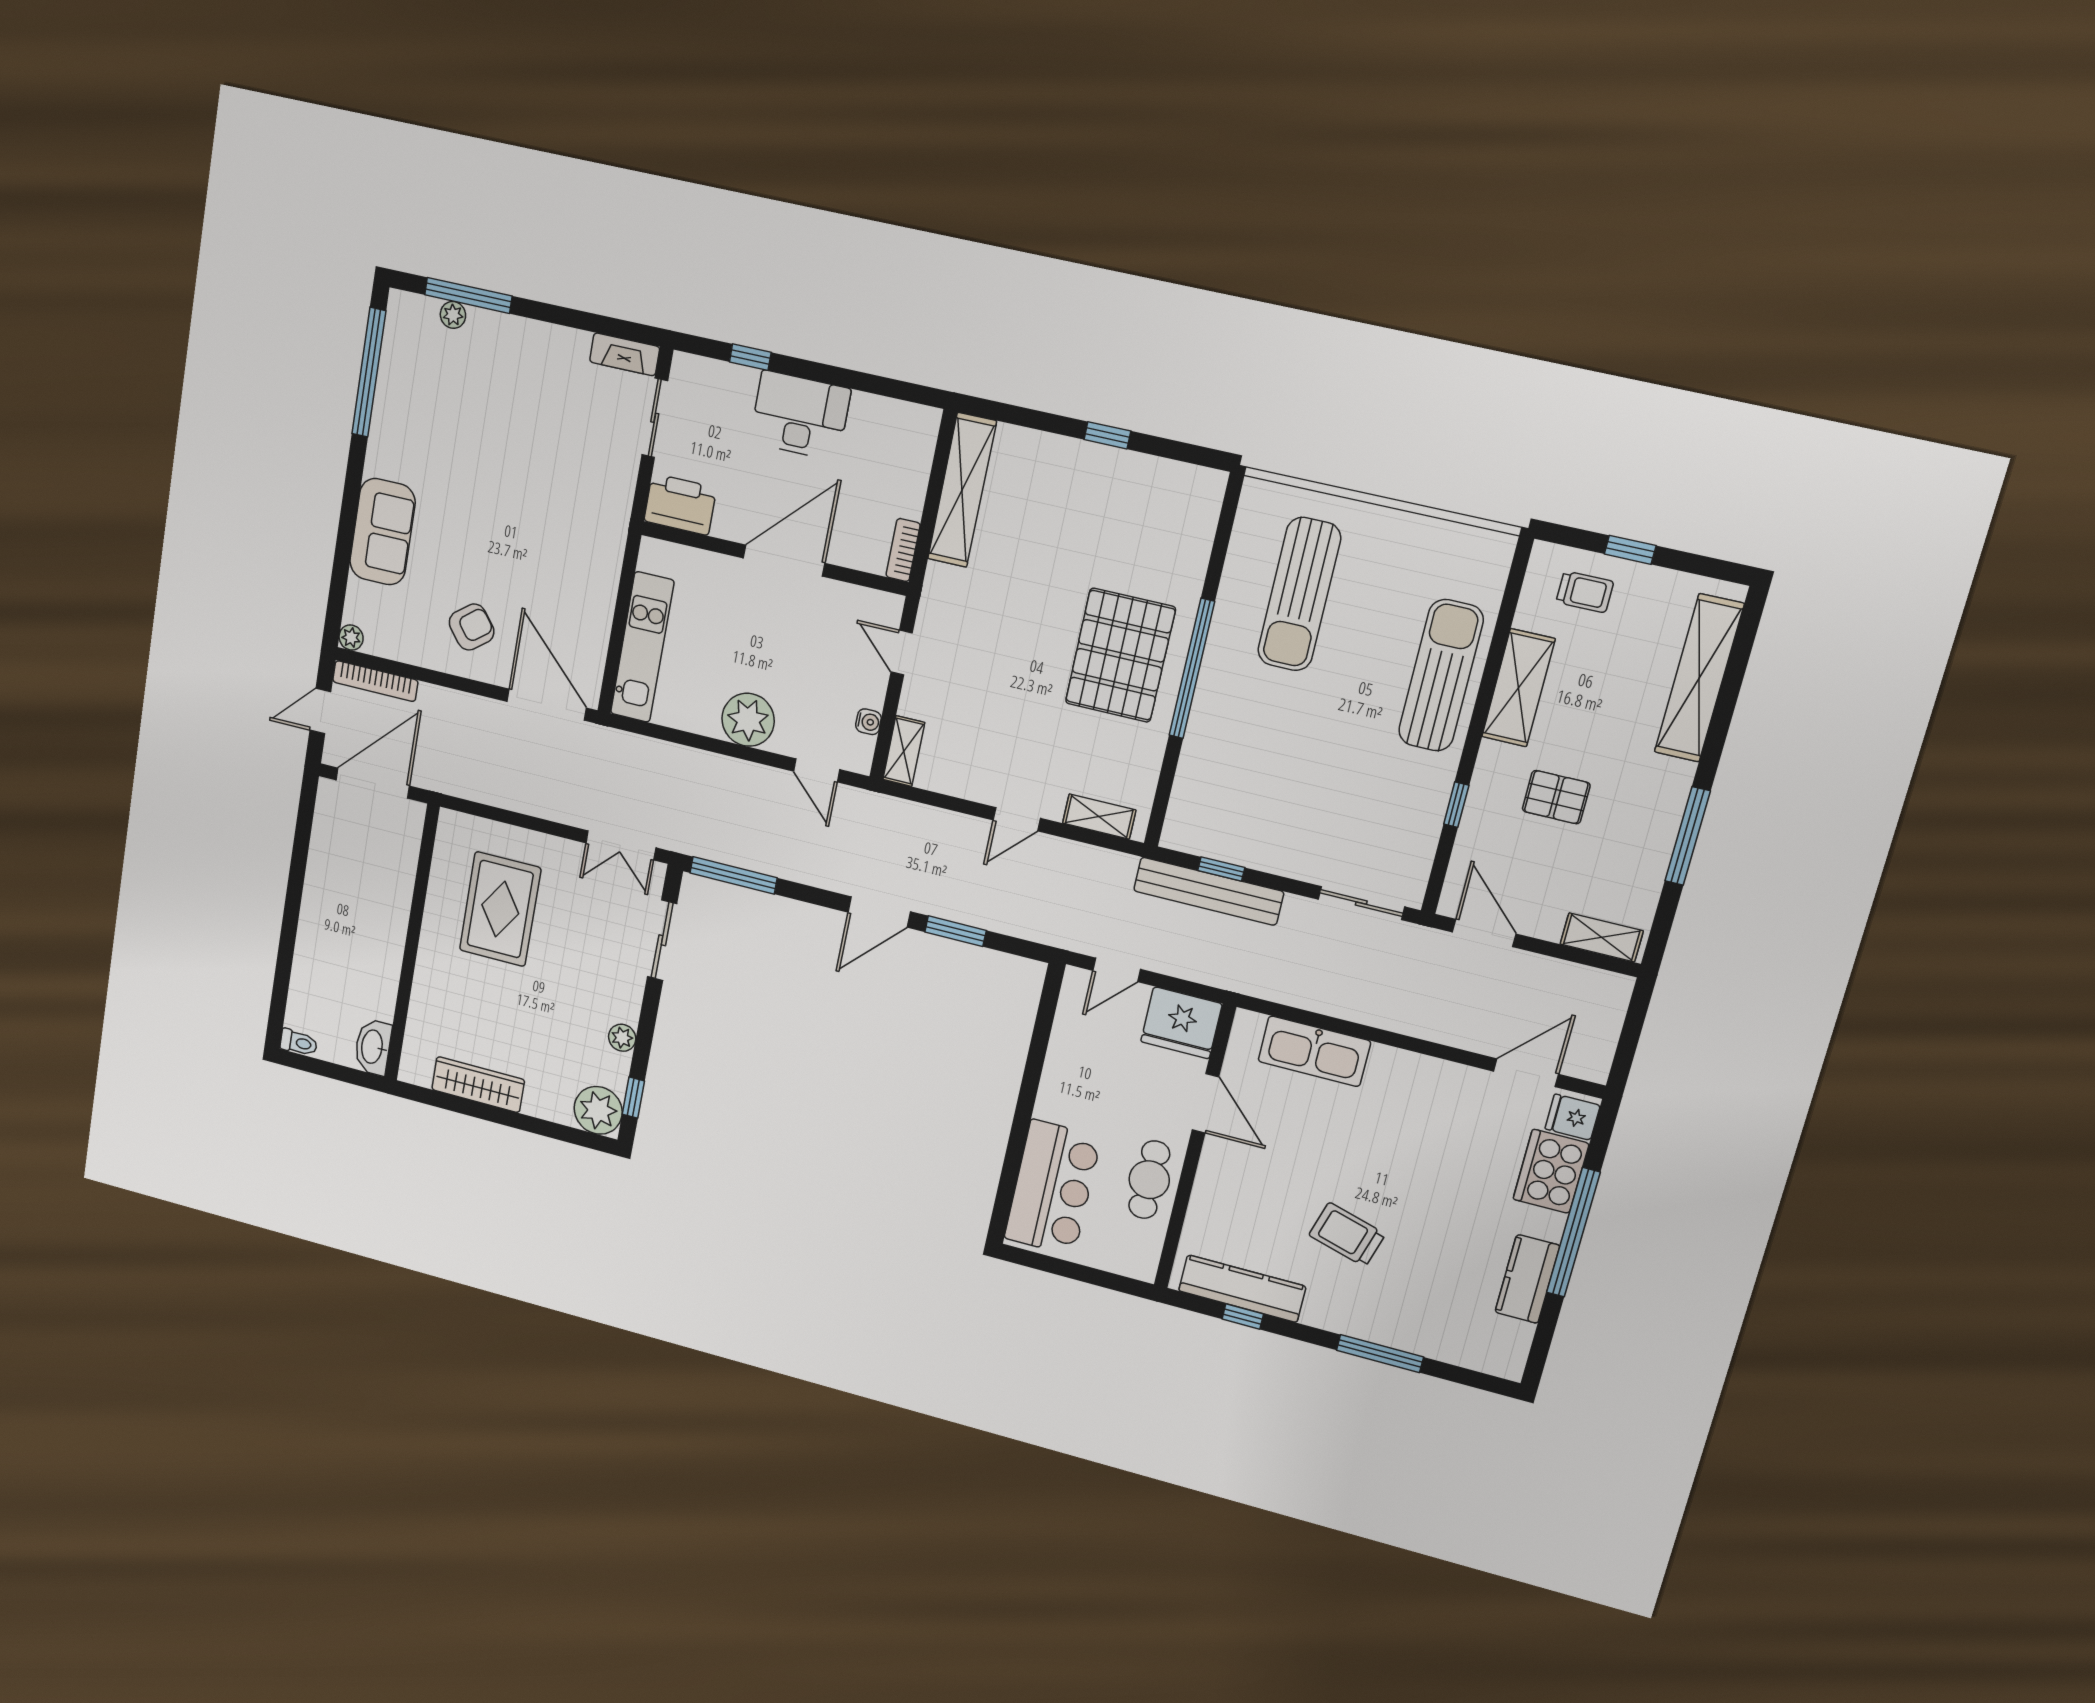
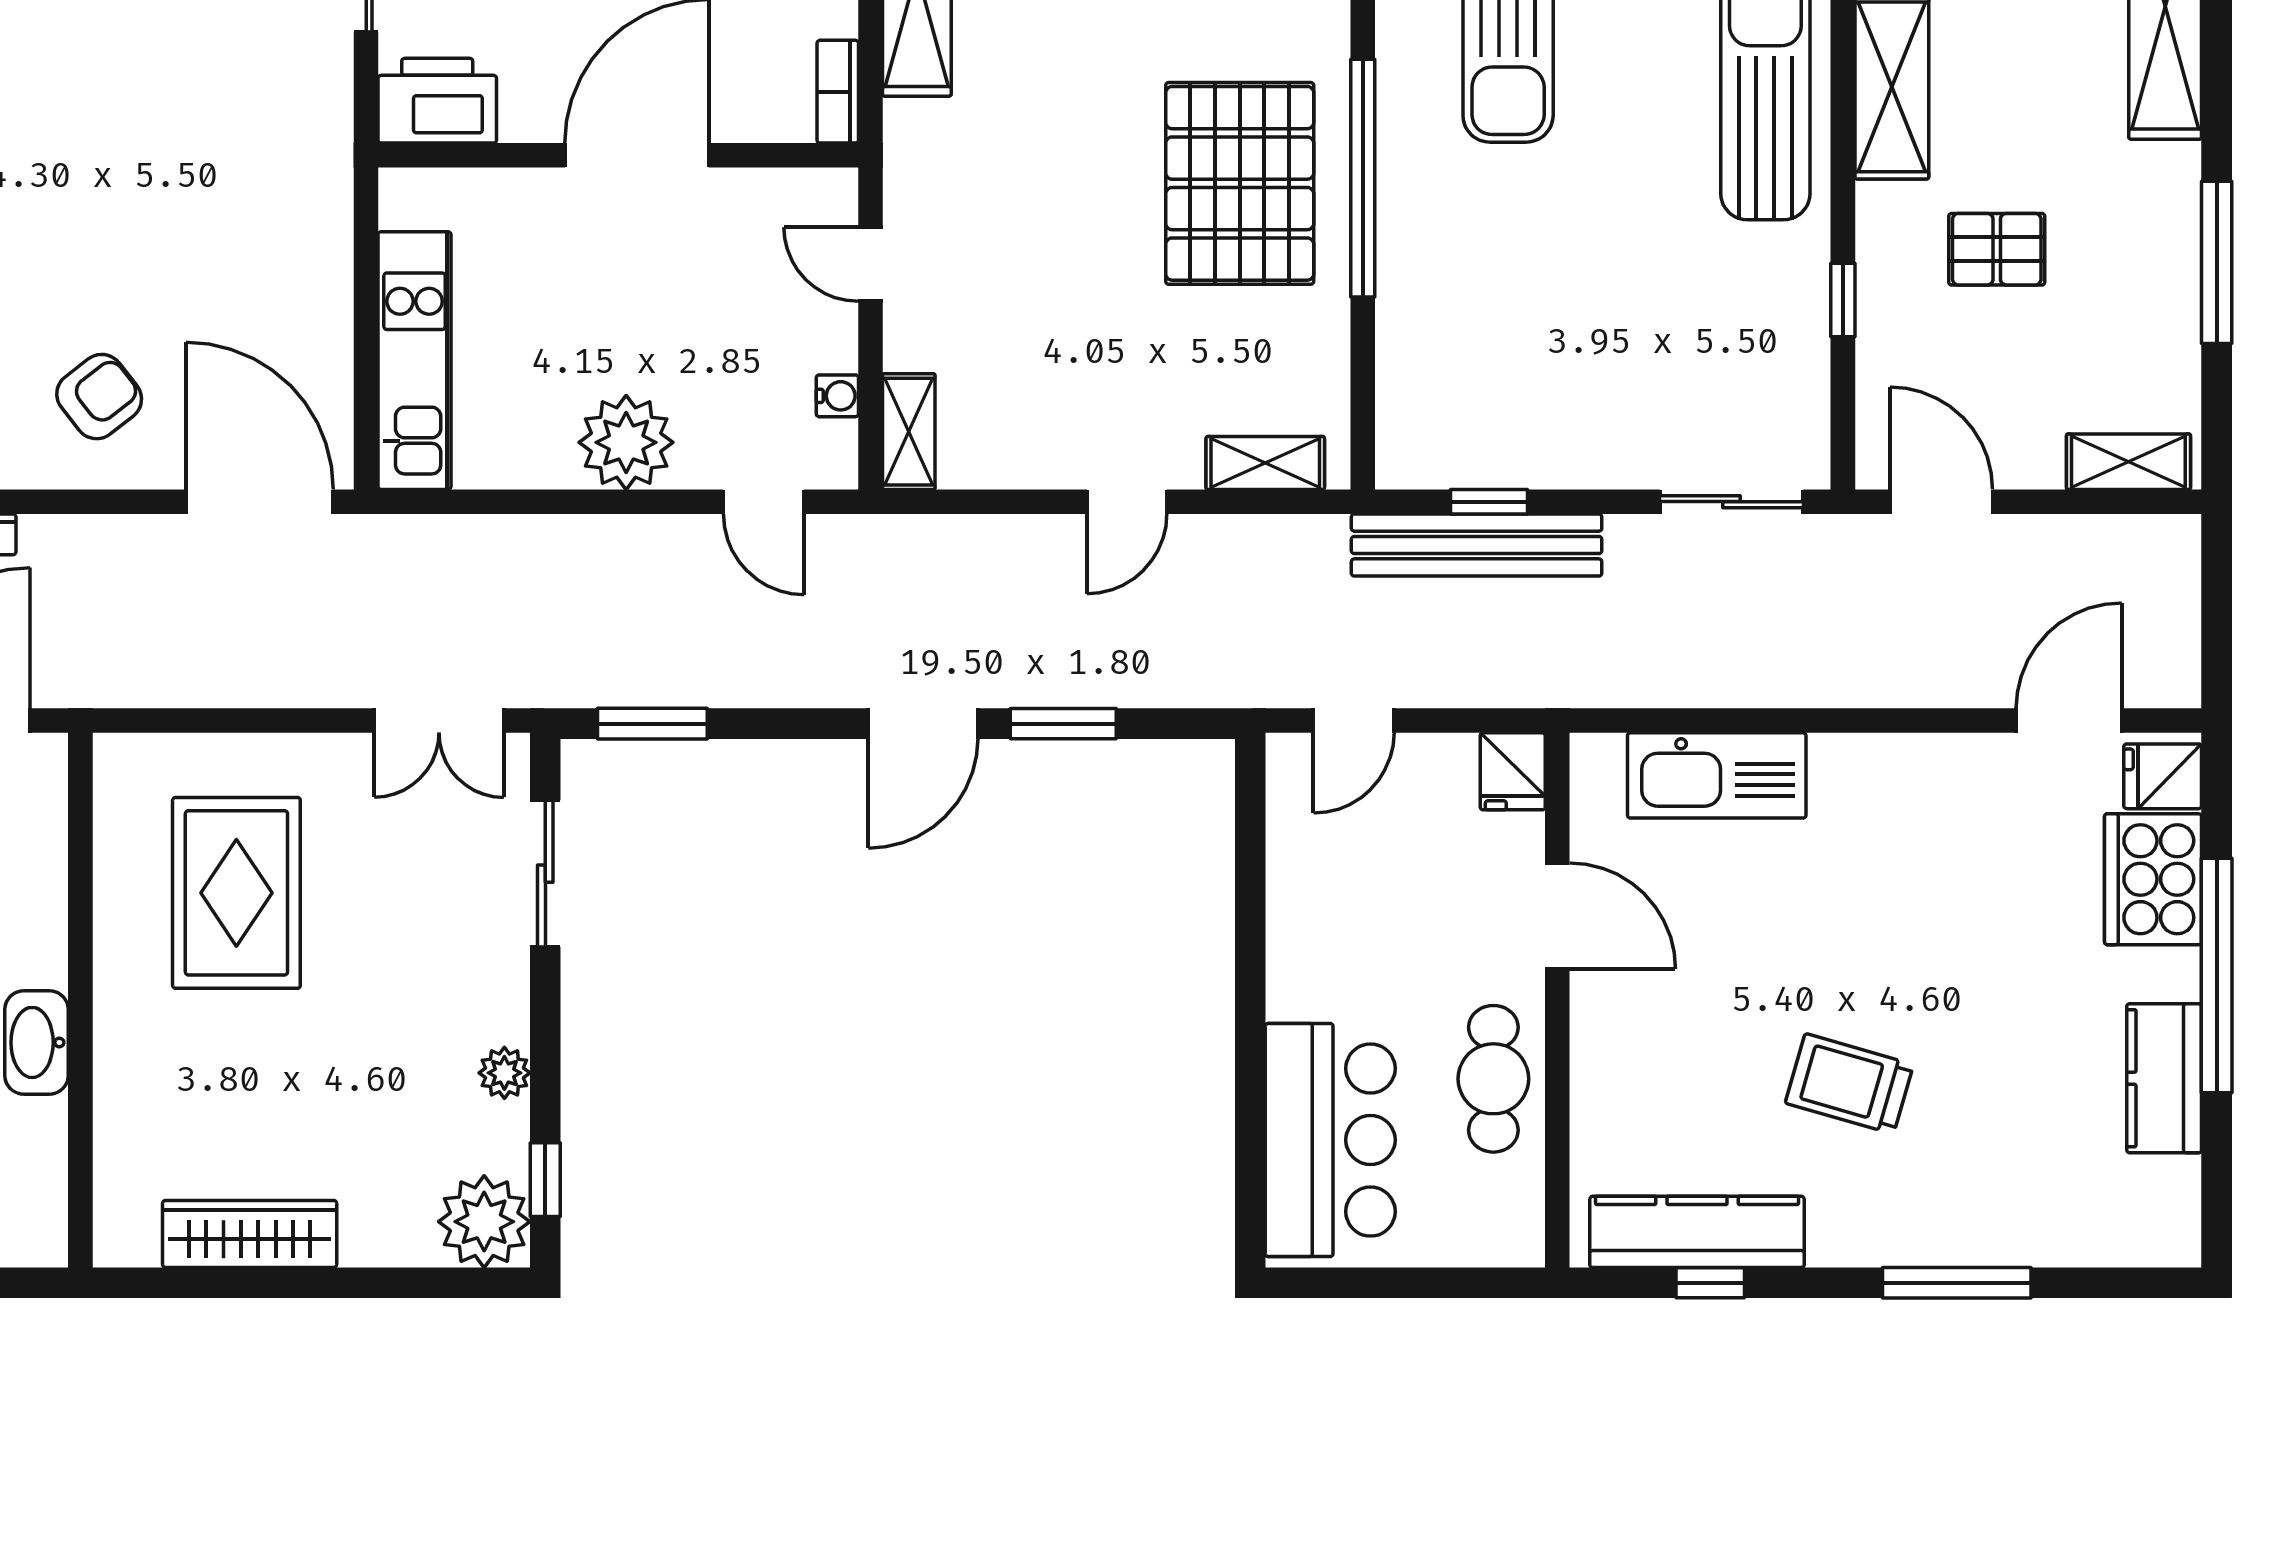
window: (734, 875) -> (652, 724), width x0.69
fridge: (1181, 1023) -> (1513, 771), width x0.53, depth x0.75
washbasin: (373, 1047) -> (37, 1042), moved

